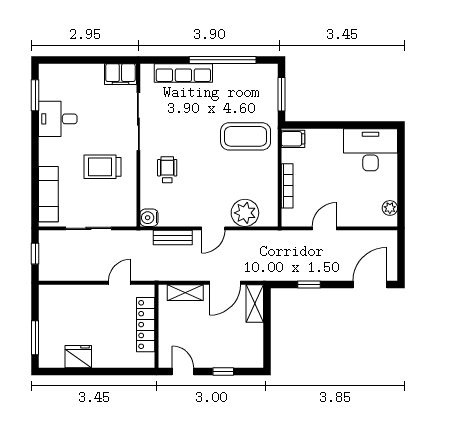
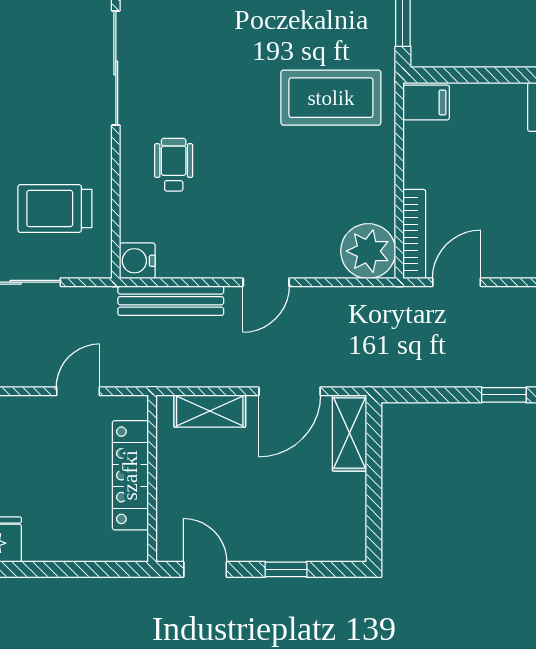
trolley: (103, 167) -> (55, 208), moved
bookcase: (287, 186) -> (414, 234), moved
plant: (245, 213) -> (368, 251), moved
door: (324, 228) -> (457, 282), moved
bench: (173, 238) -> (171, 301), width x1.36
window: (309, 285) -> (504, 395), moved

